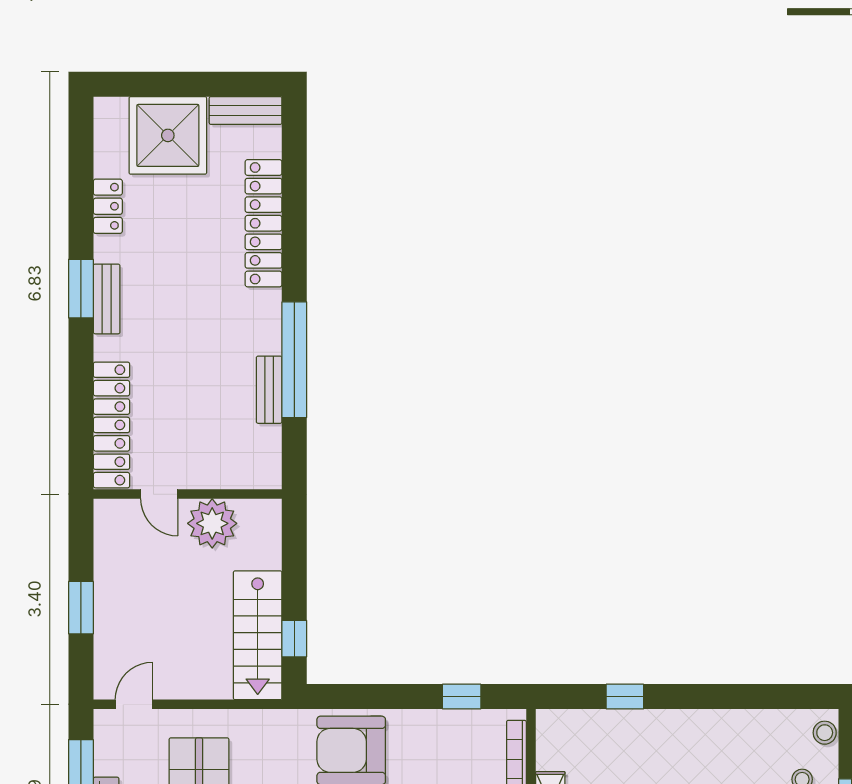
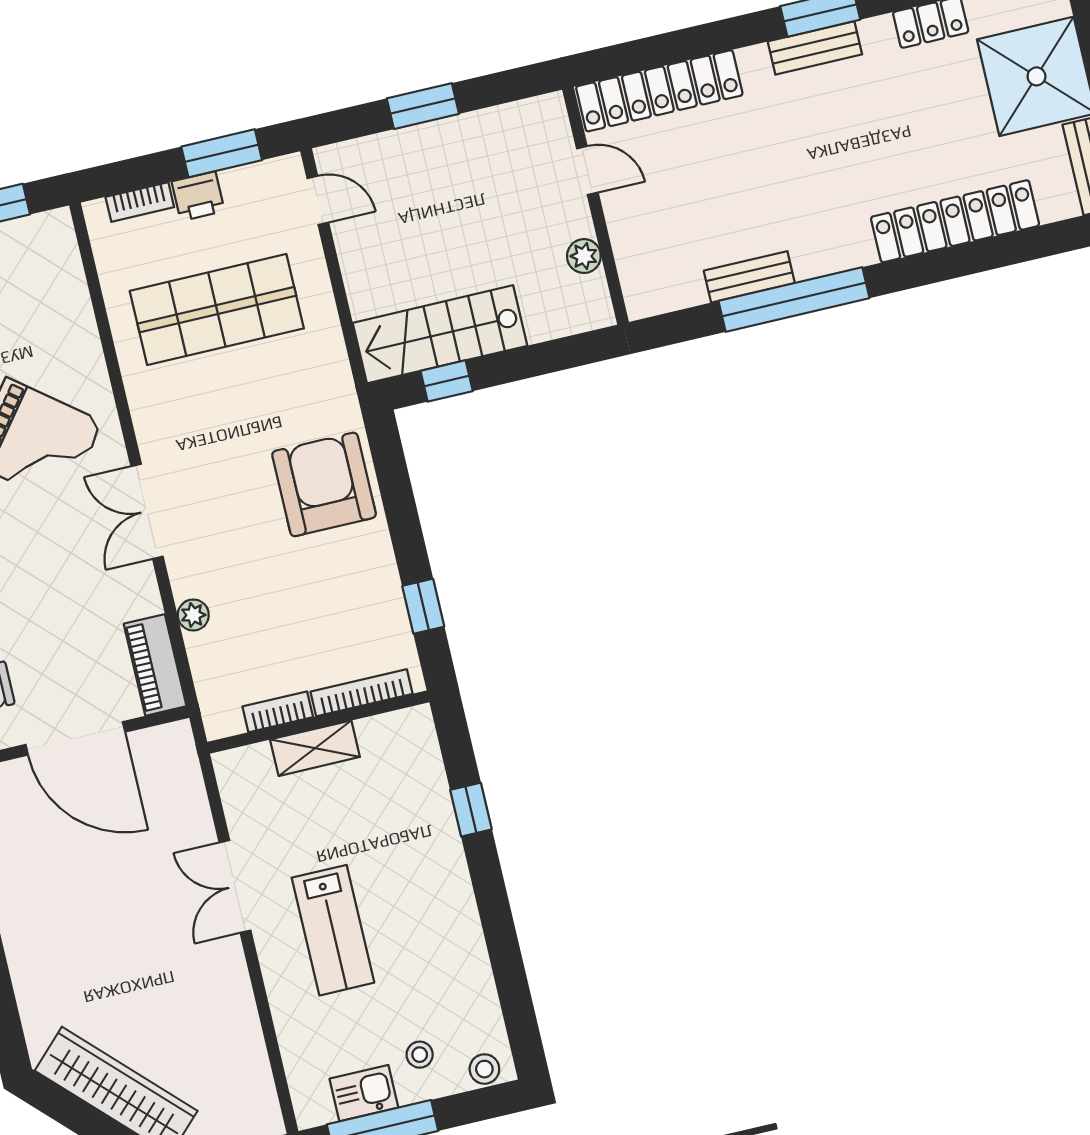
door: (159, 494) -> (587, 171), swing flipped
plant: (212, 523) -> (584, 256), width x0.53, depth x0.53

